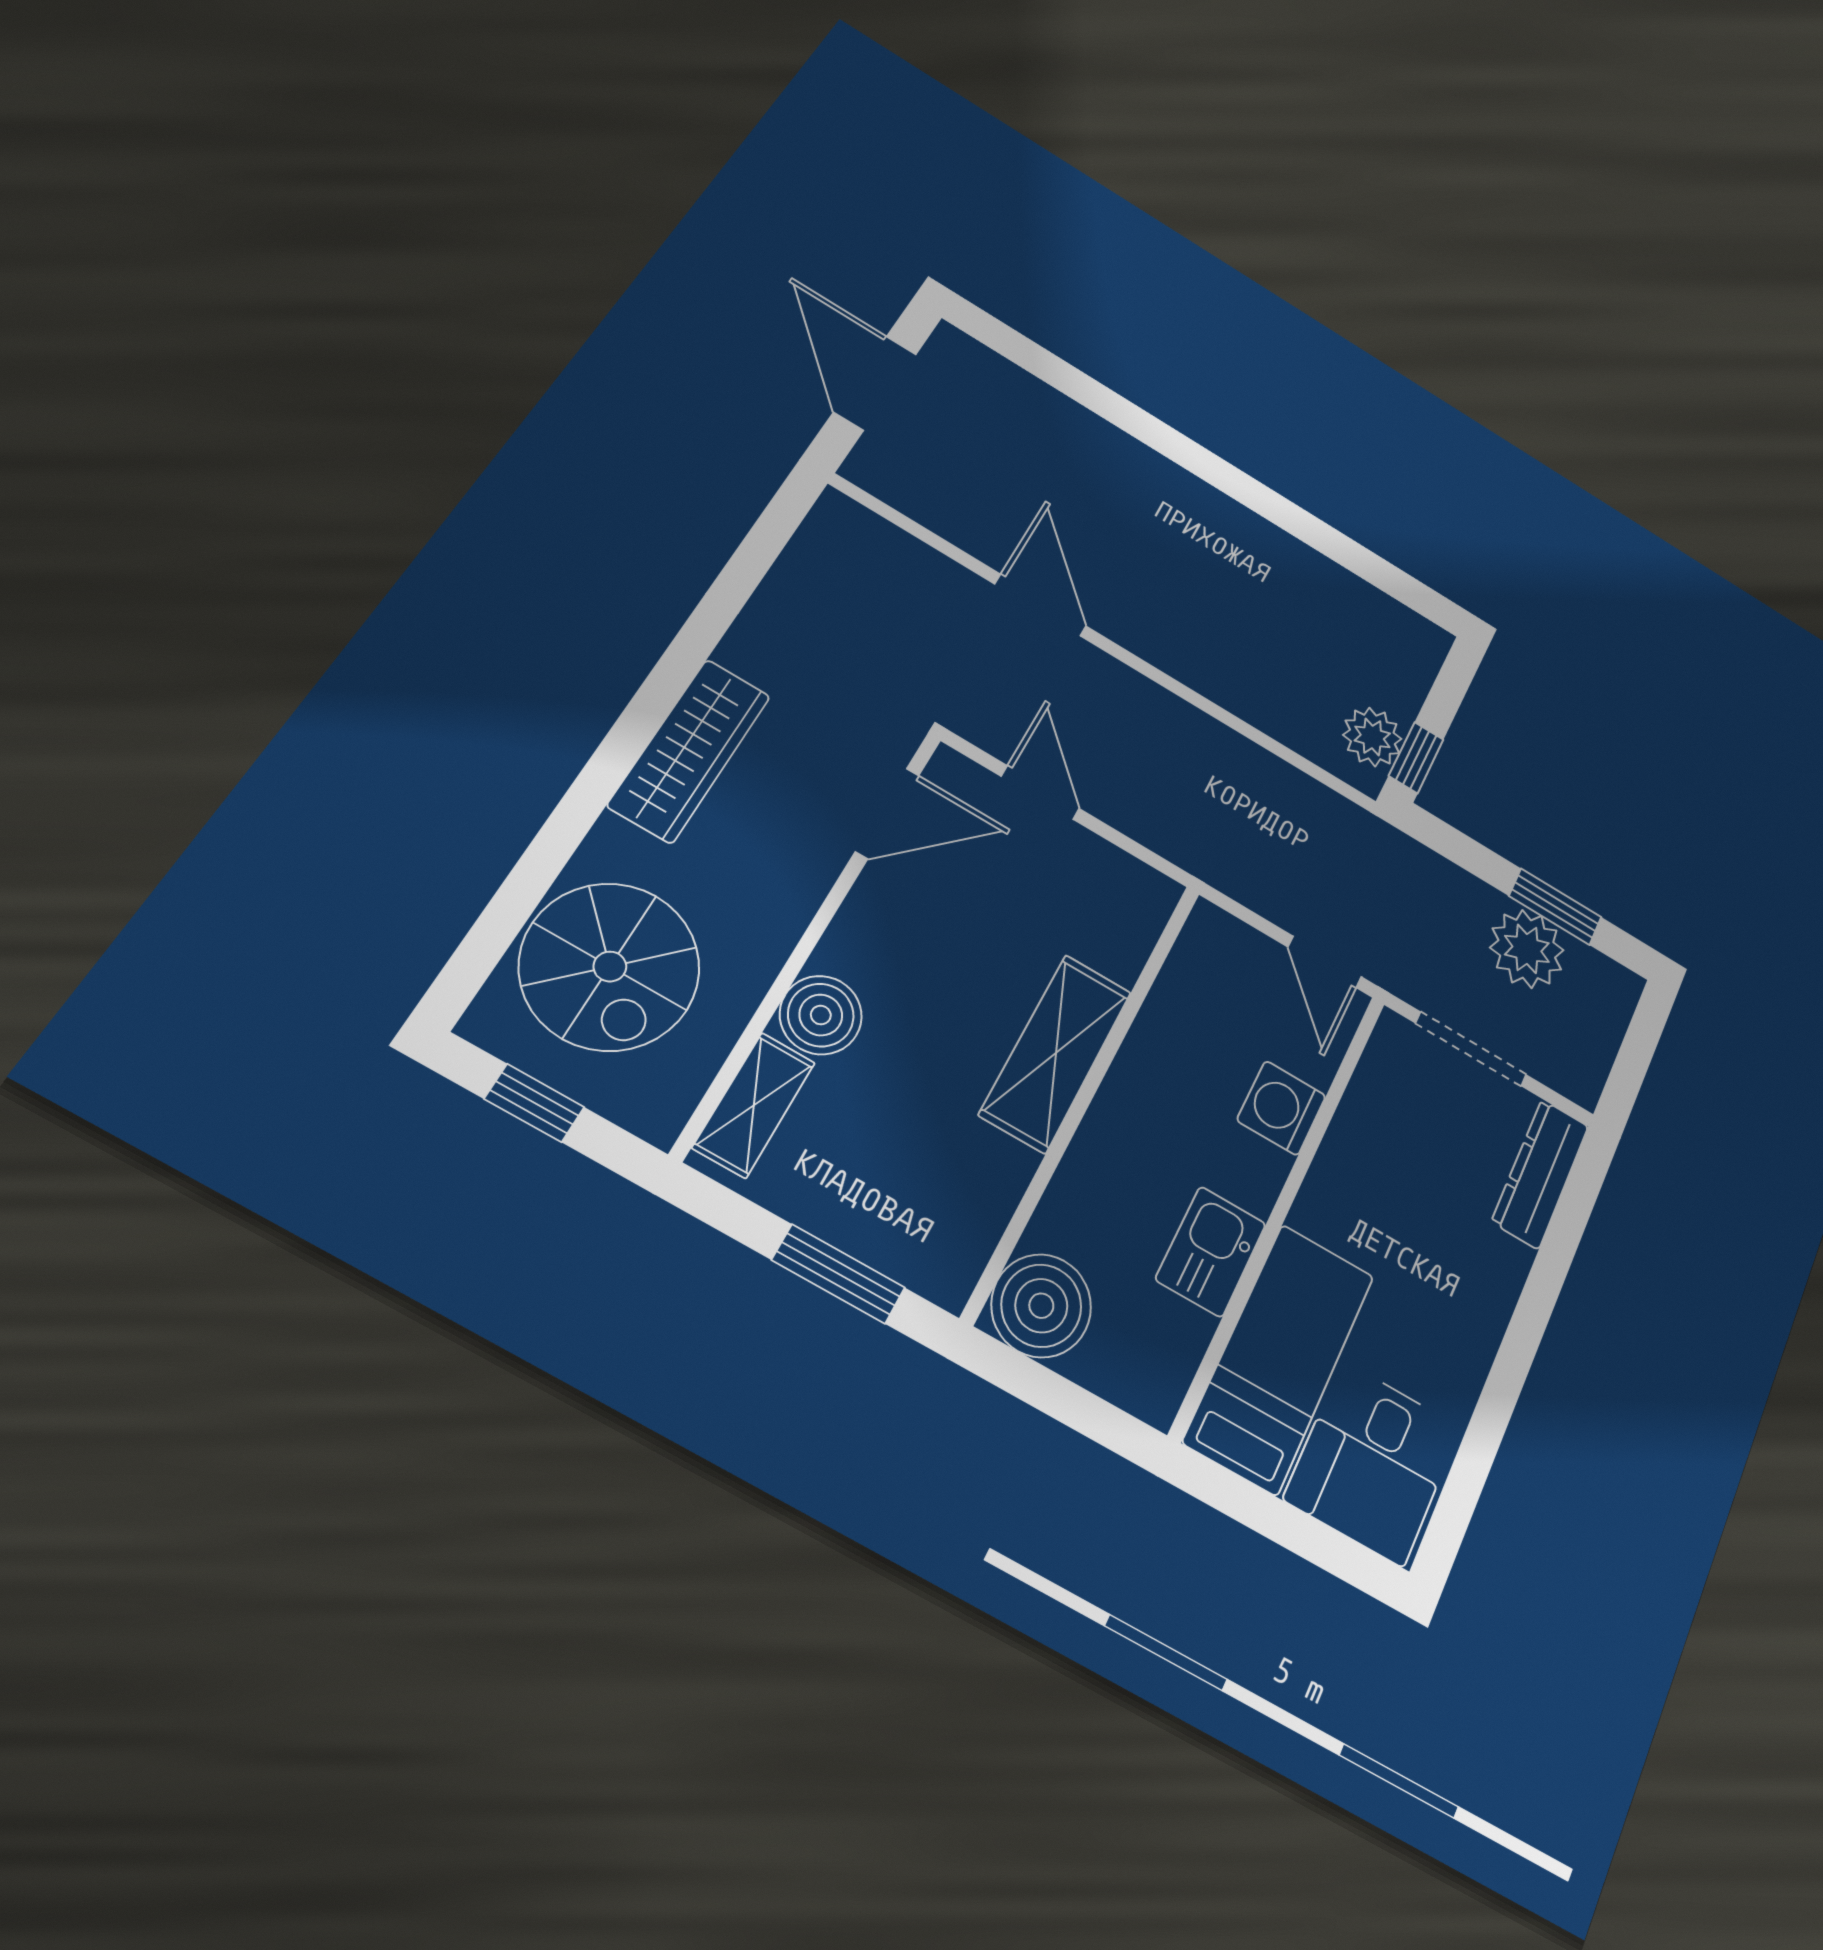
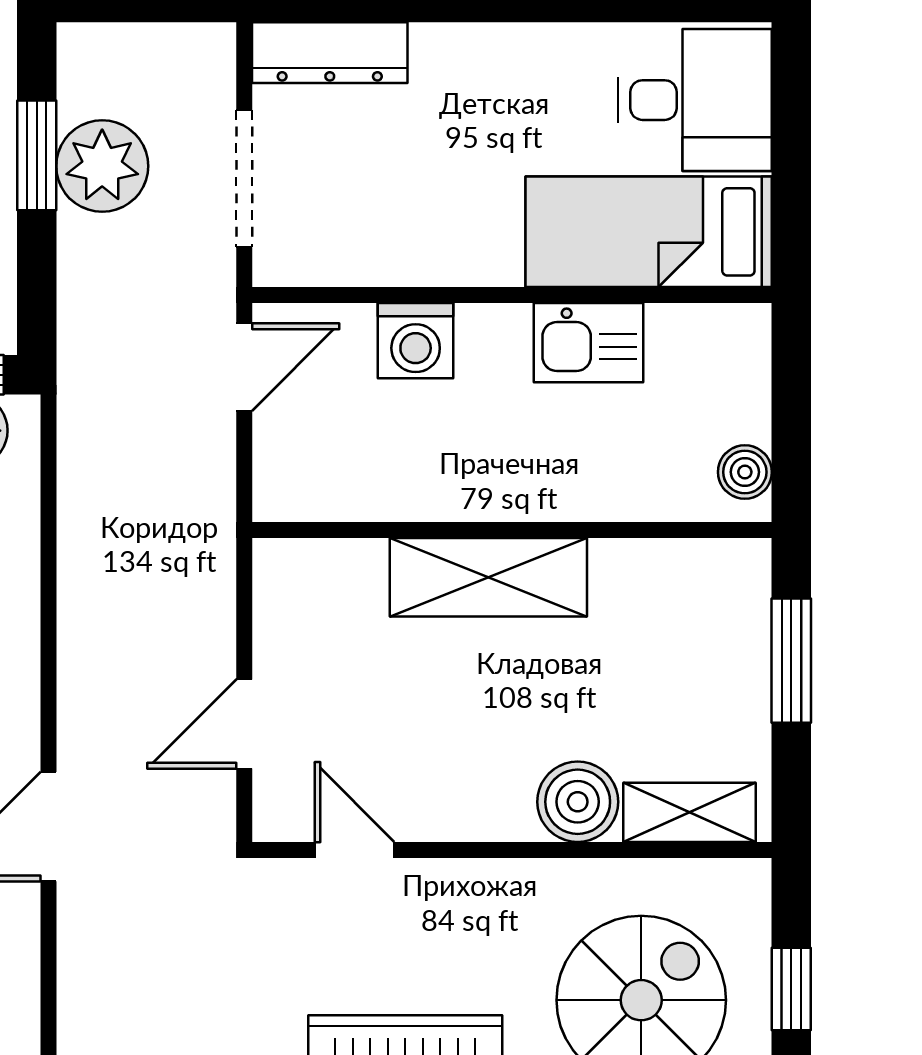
door: (887, 813) -> (355, 850), width x0.73
boiler: (1041, 1306) -> (745, 472), width x0.54, depth x0.54

